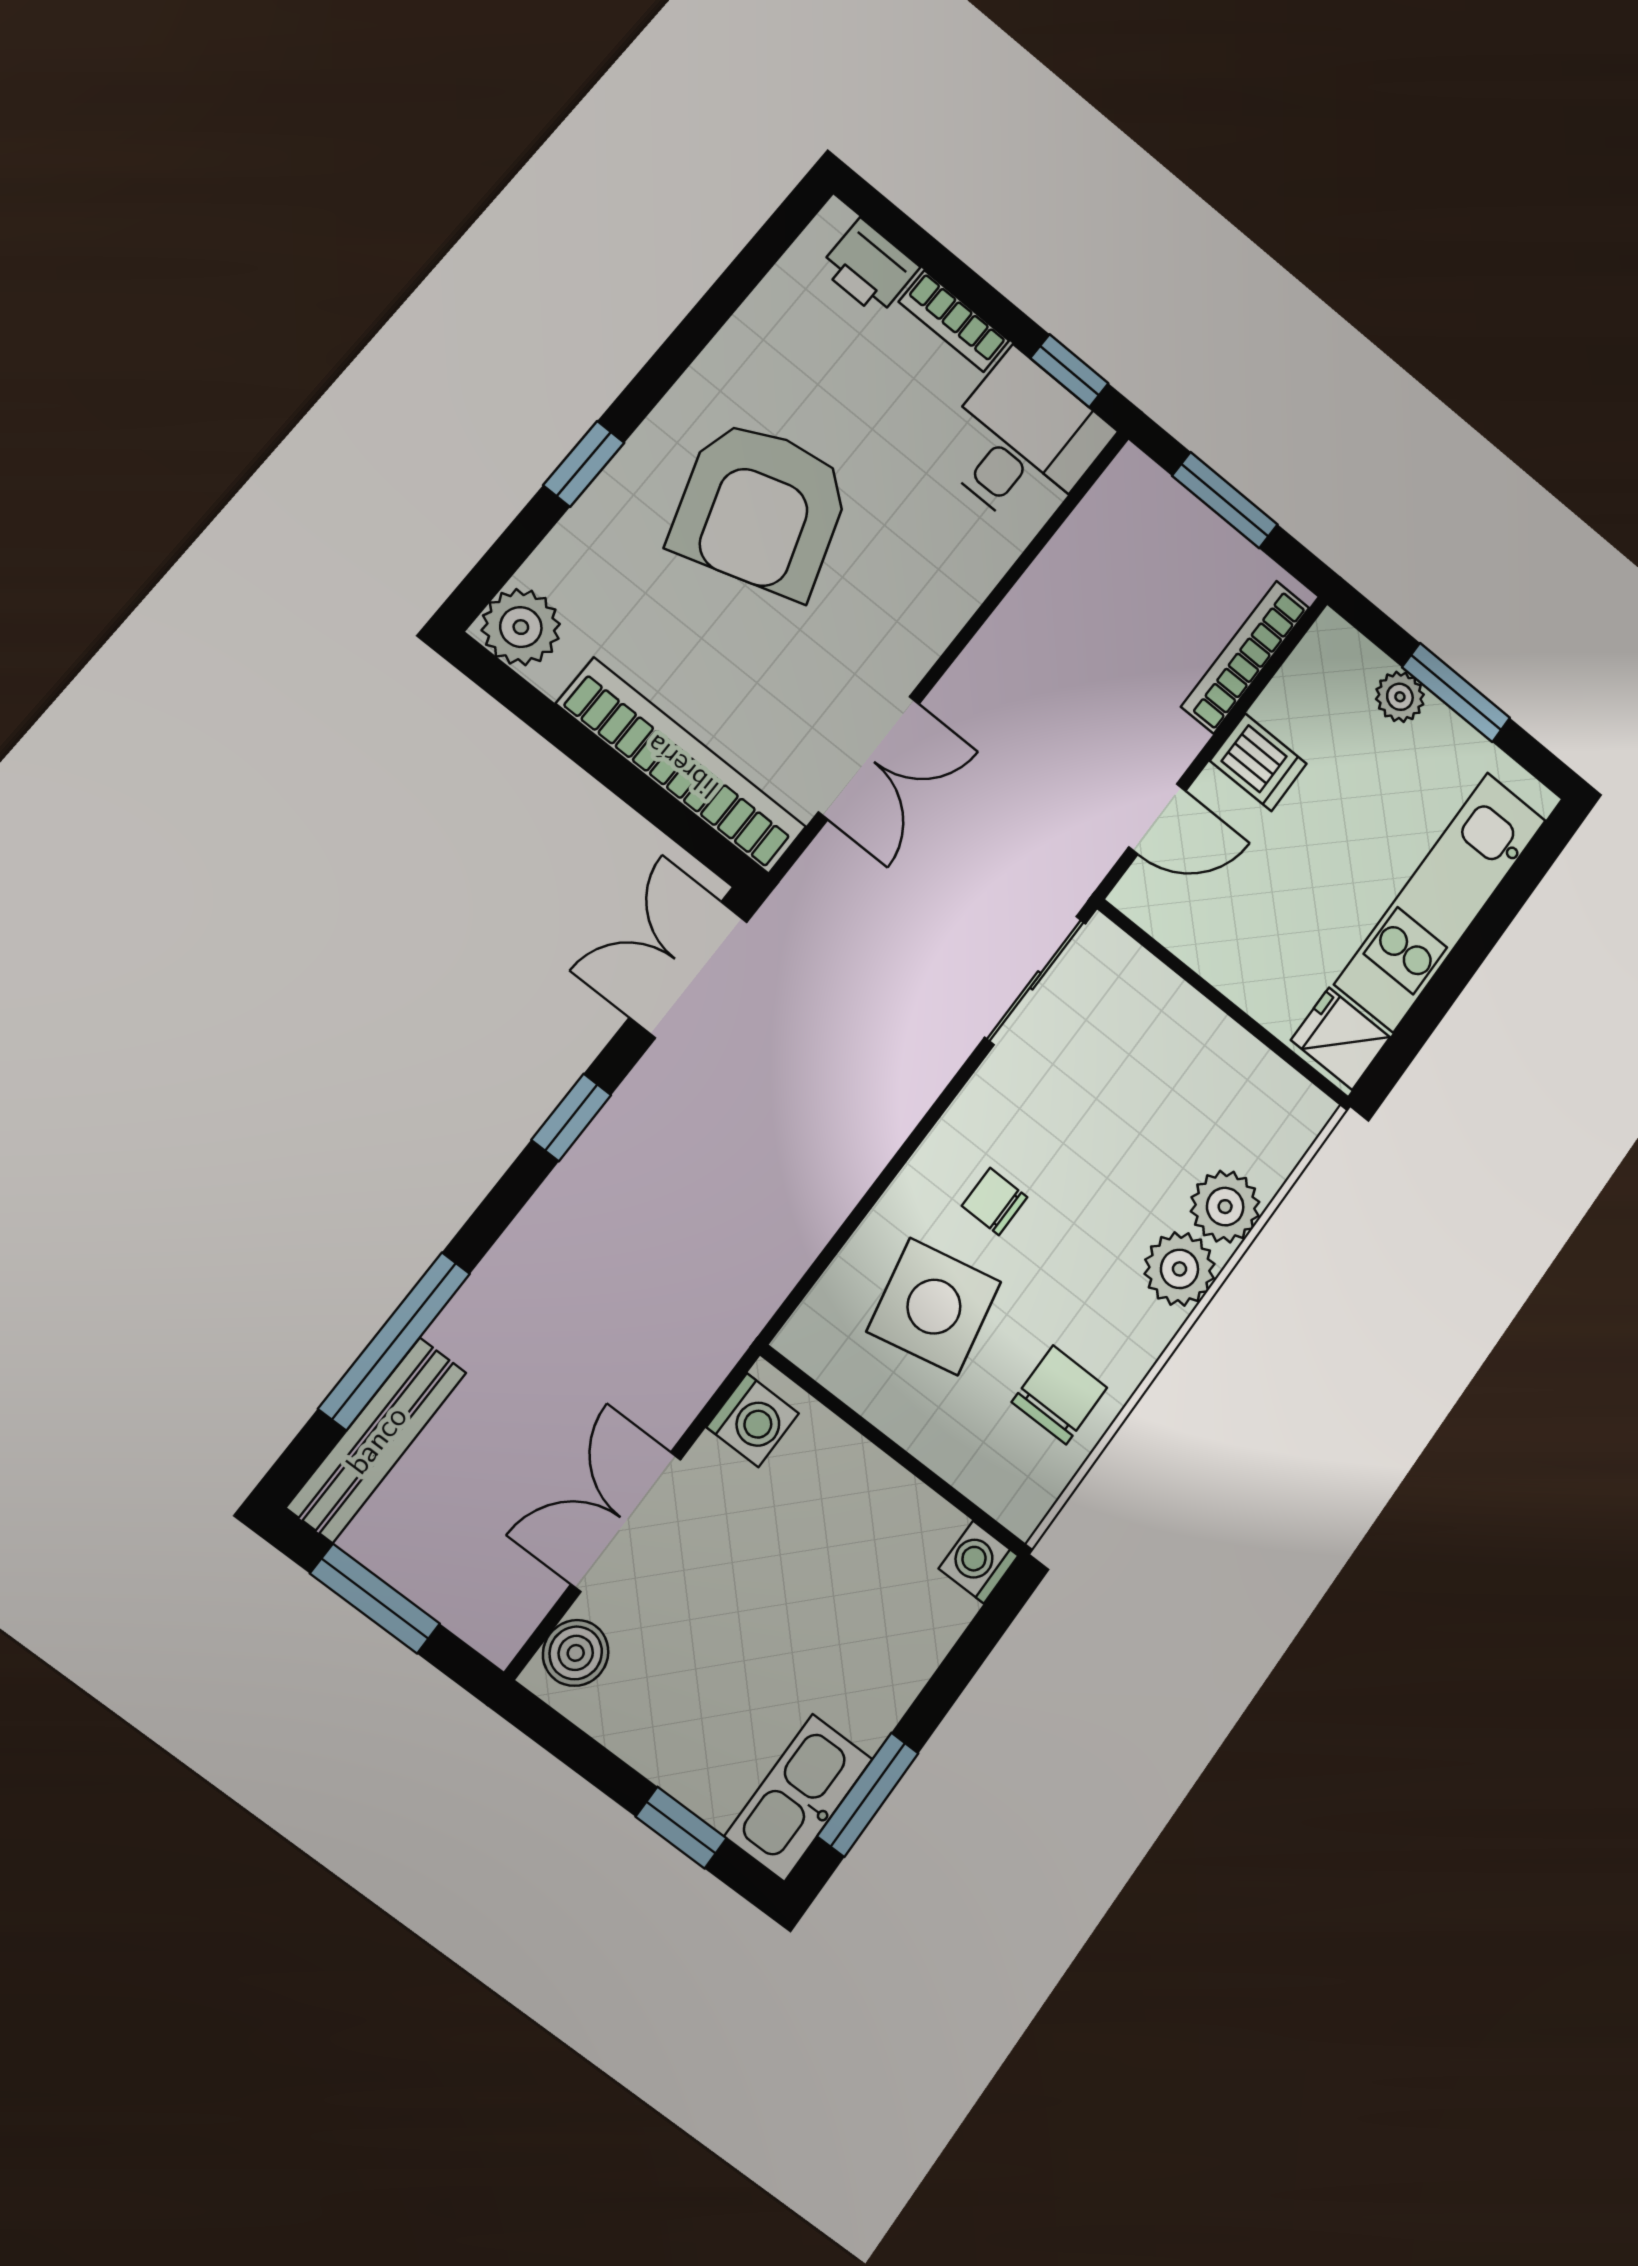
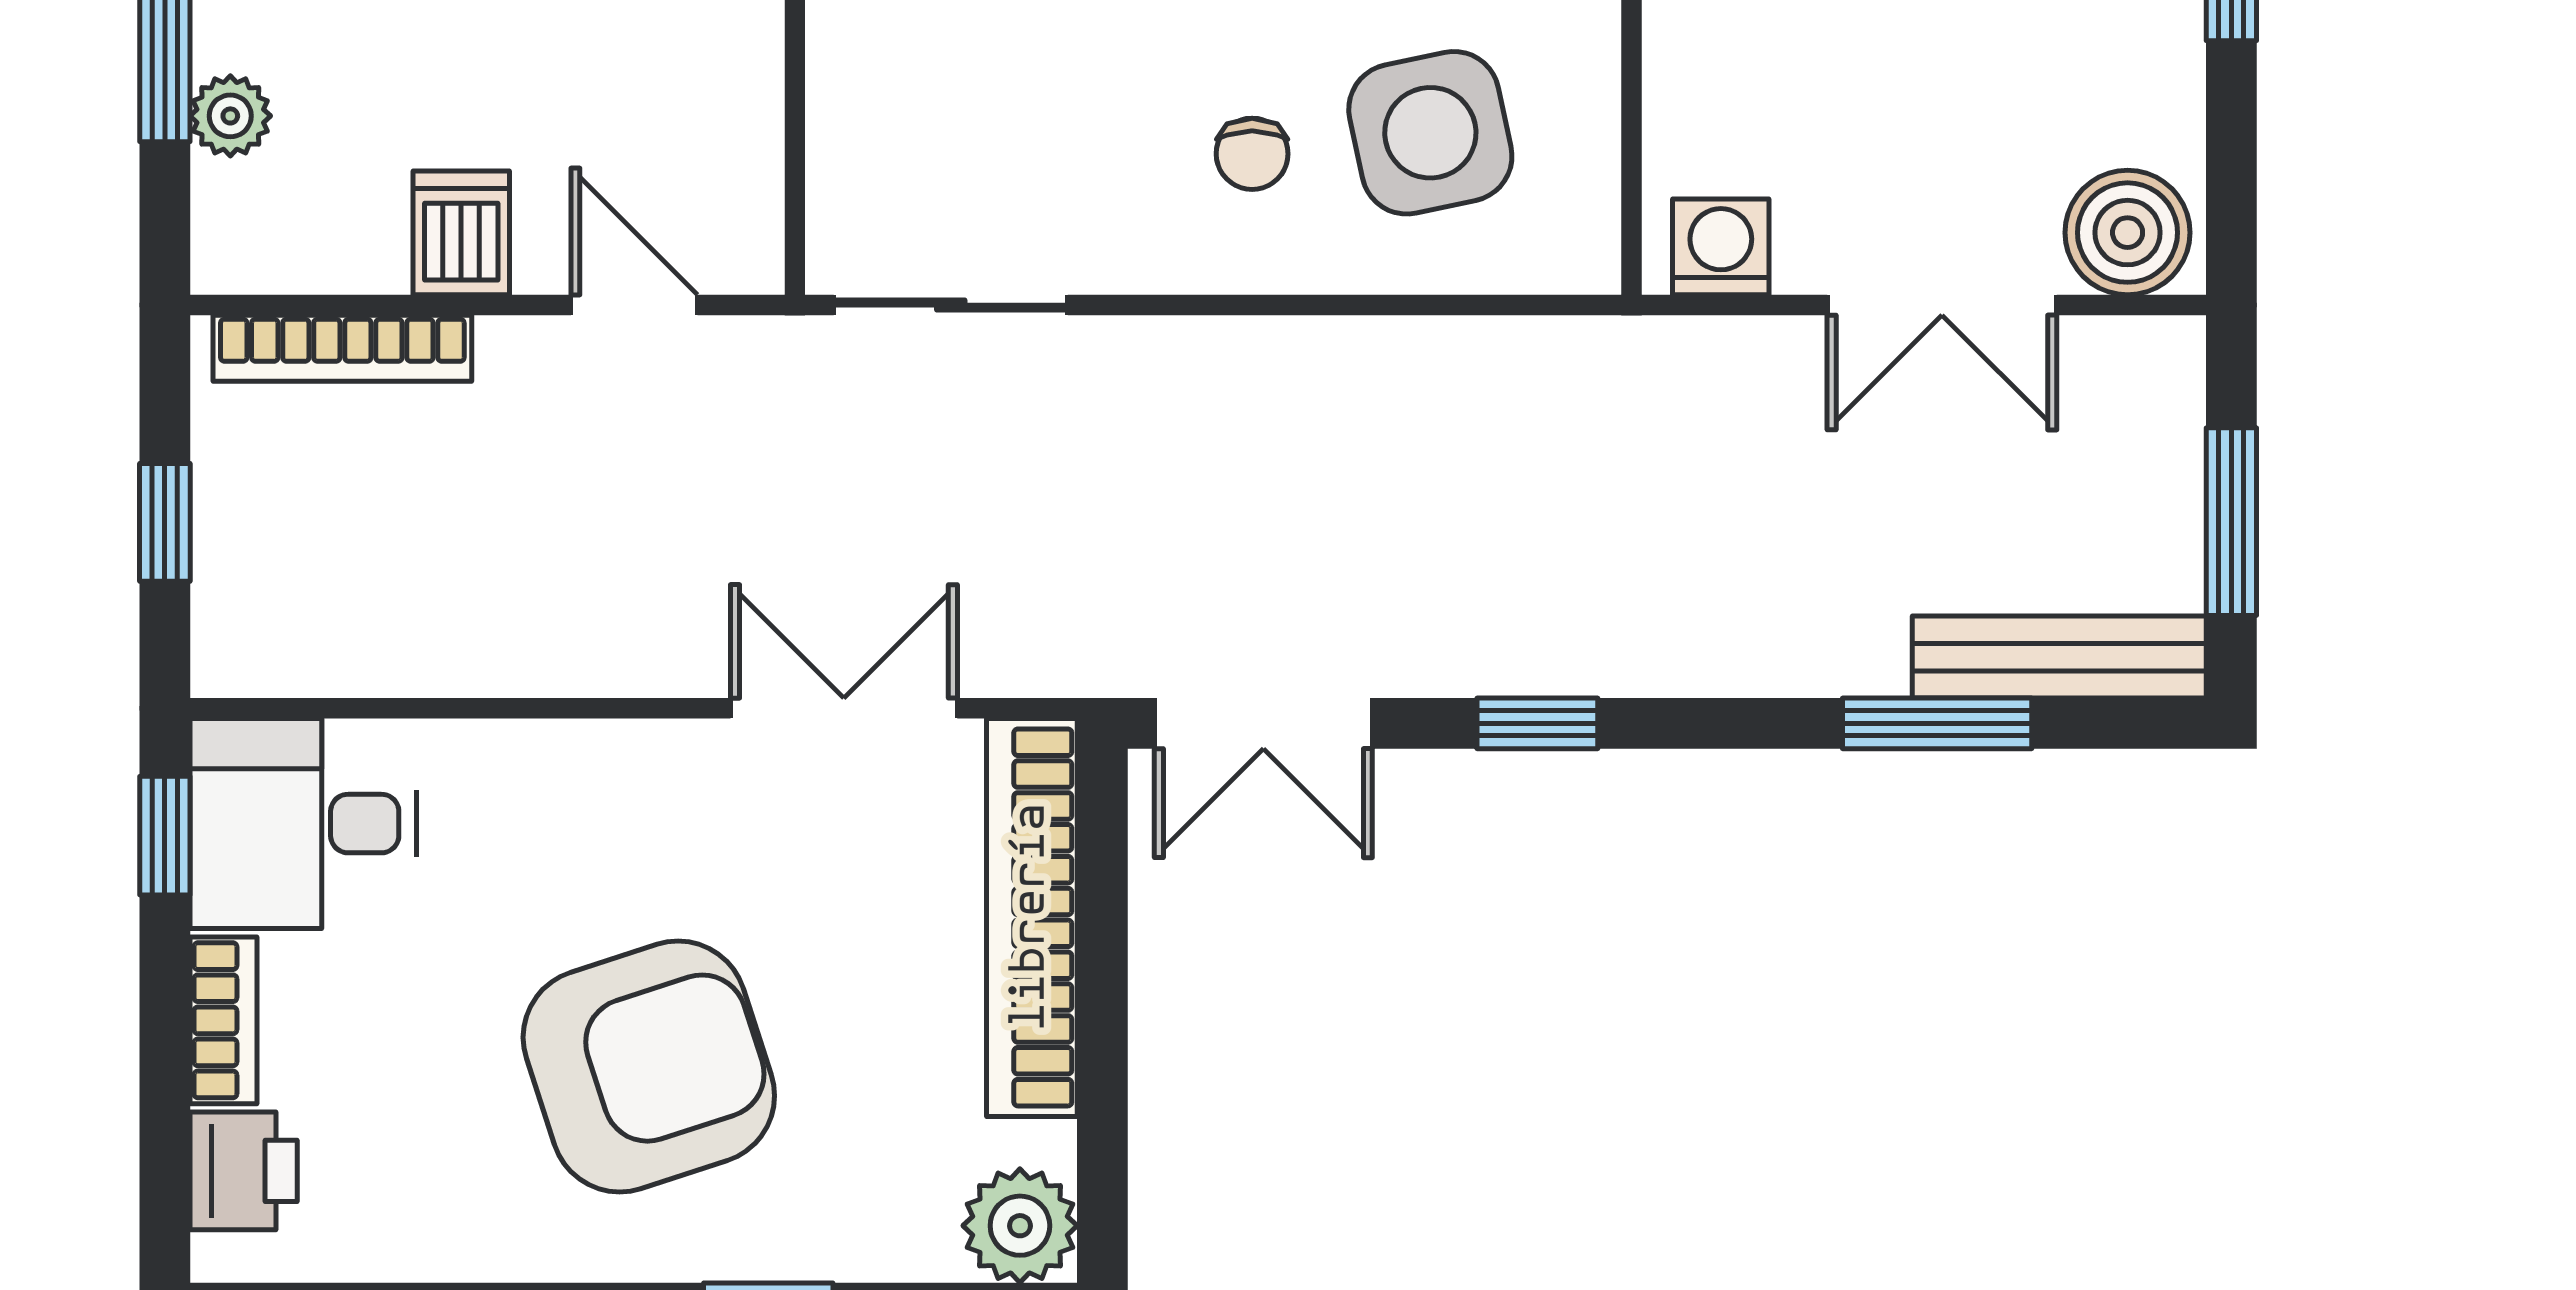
window: (1225, 500) -> (165, 522), width x0.67
window: (394, 1341) -> (1937, 723), width x0.69
boiler: (576, 1653) -> (2128, 233), width x1.36, depth x1.36

